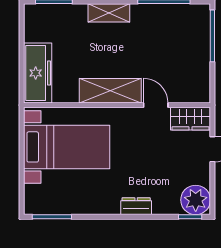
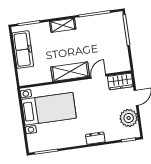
freezer: (38, 73) -> (23, 50), moved
door: (156, 105) -> (98, 76), hinge flipped
plant: (196, 200) -> (129, 118), moved

